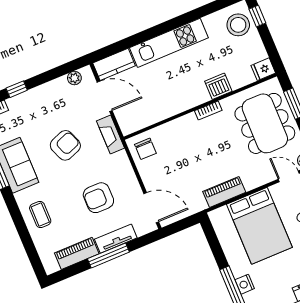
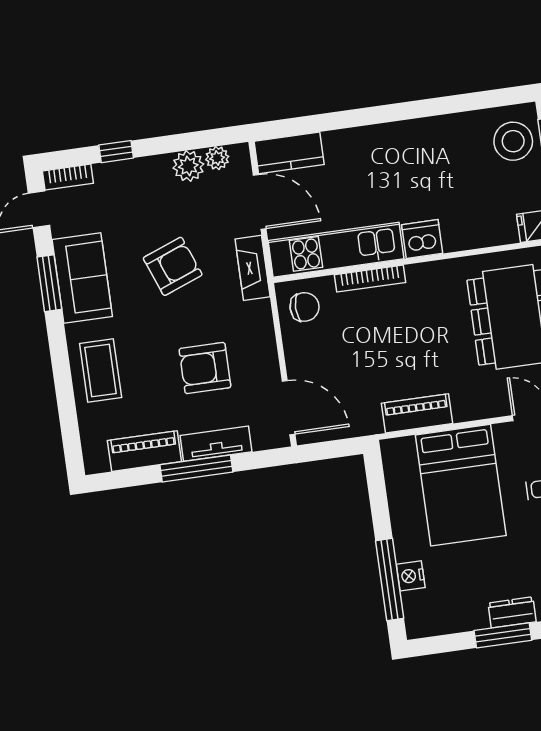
kitchen unit: (169, 43) -> (336, 250), moved, turned 180
dishwasher: (218, 86) -> (422, 239), moved
plant: (59, 87) -> (188, 166), added
bookcase: (208, 111) -> (370, 279), moved, width x1.56
chair: (145, 149) -> (305, 307), turned -90
coffee table: (40, 215) -> (101, 370), width x1.36, depth x1.30

